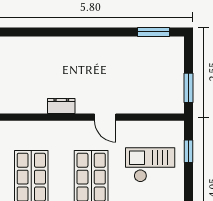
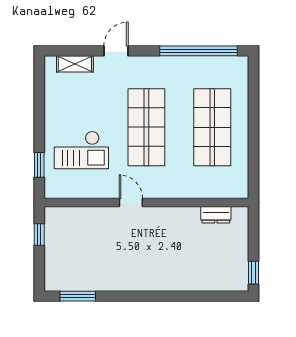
window: (189, 88) -> (39, 235), width x0.67
dresser: (61, 106) -> (216, 215), moved

